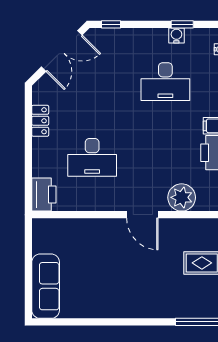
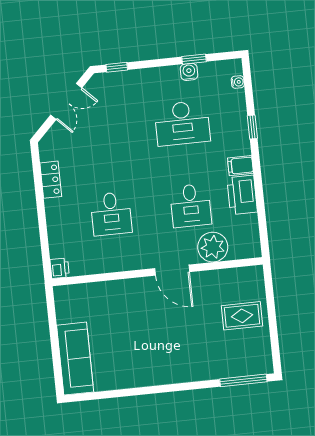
double door: (62, 51) -> (66, 101), width x0.73
desk: (92, 157) -> (111, 214), width x0.73
desk: (165, 157) -> (191, 205), added
printer: (44, 195) -> (60, 268), width x0.53, depth x0.68

